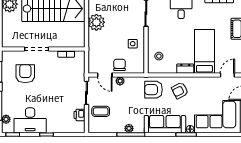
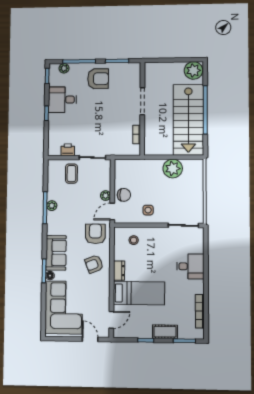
armchair: (25, 74) -> (98, 79), moved
door: (105, 75) -> (112, 212), moved
door: (227, 75) -> (111, 320), hinge flipped
armchair: (180, 90) -> (94, 264), turned -84
desk: (30, 120) -> (62, 100), width x0.73
sofa: (165, 124) -> (56, 253), width x0.73

